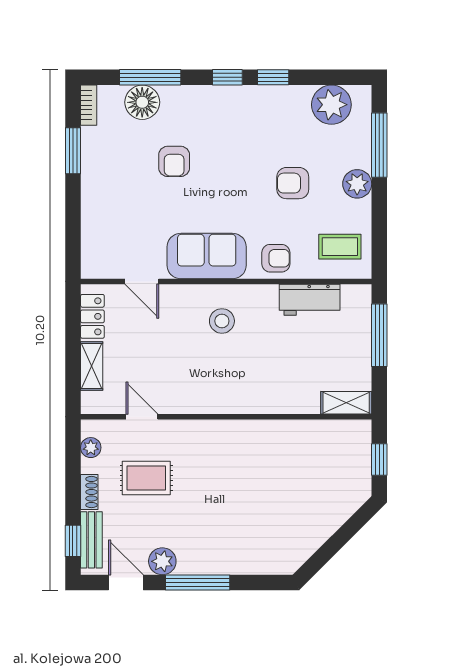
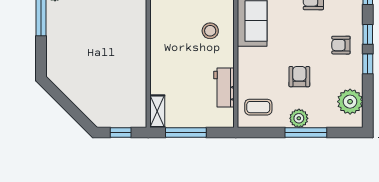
window: (379, 145) -> (306, 133), moved
coffee table: (340, 247) -> (258, 107), turned 90
armchair: (276, 258) -> (341, 45), moved, turned 90
window: (379, 335) -> (186, 133), moved

